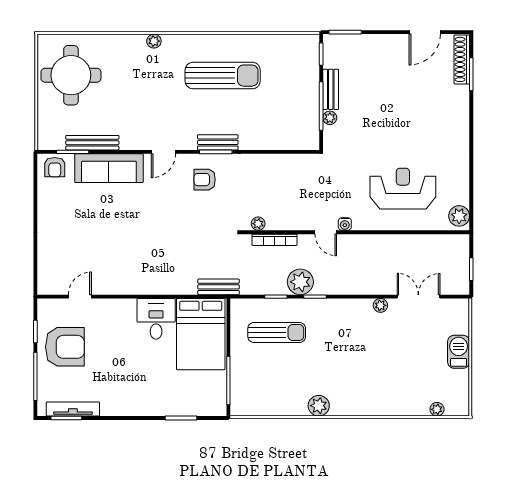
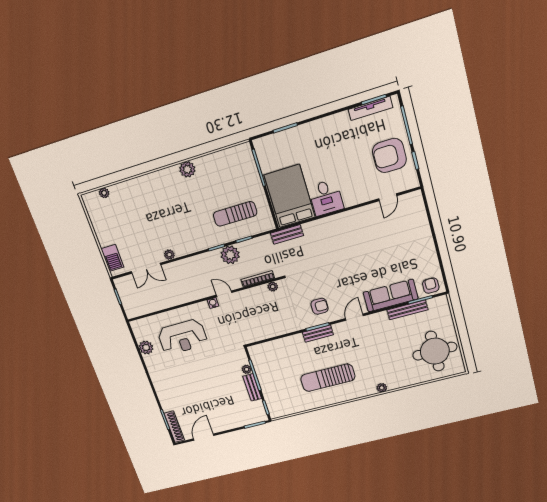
plant: (459, 216) -> (146, 348), moved
barbecue: (459, 352) -> (112, 258), moved

